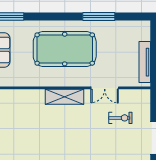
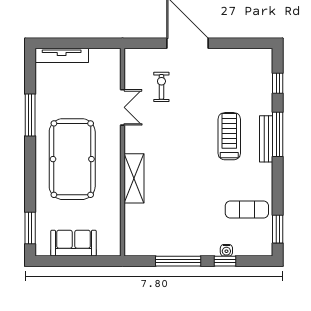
tv unit: (145, 62) -> (62, 55), moved
shelving: (65, 97) -> (134, 178), moved

